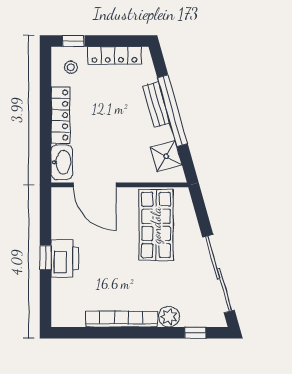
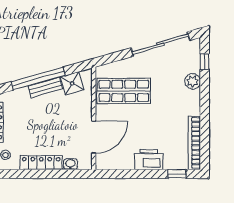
bench: (156, 105) -> (45, 87), moved
washbasin: (62, 162) -> (70, 164), width x0.52, depth x0.69
window: (45, 258) -> (177, 174), moved
bookcase: (121, 319) -> (194, 143), moved

